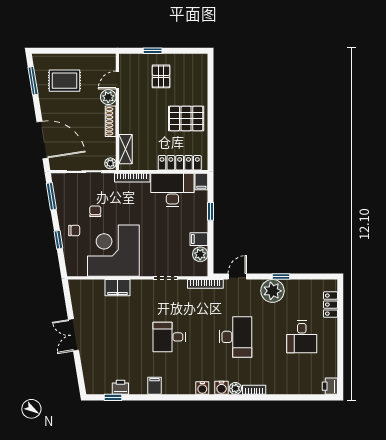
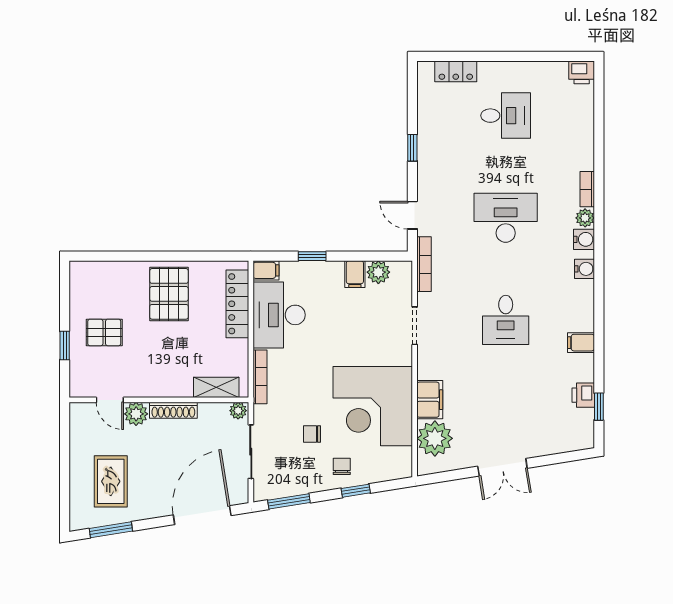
plant: (272, 291) -> (435, 438), moved

